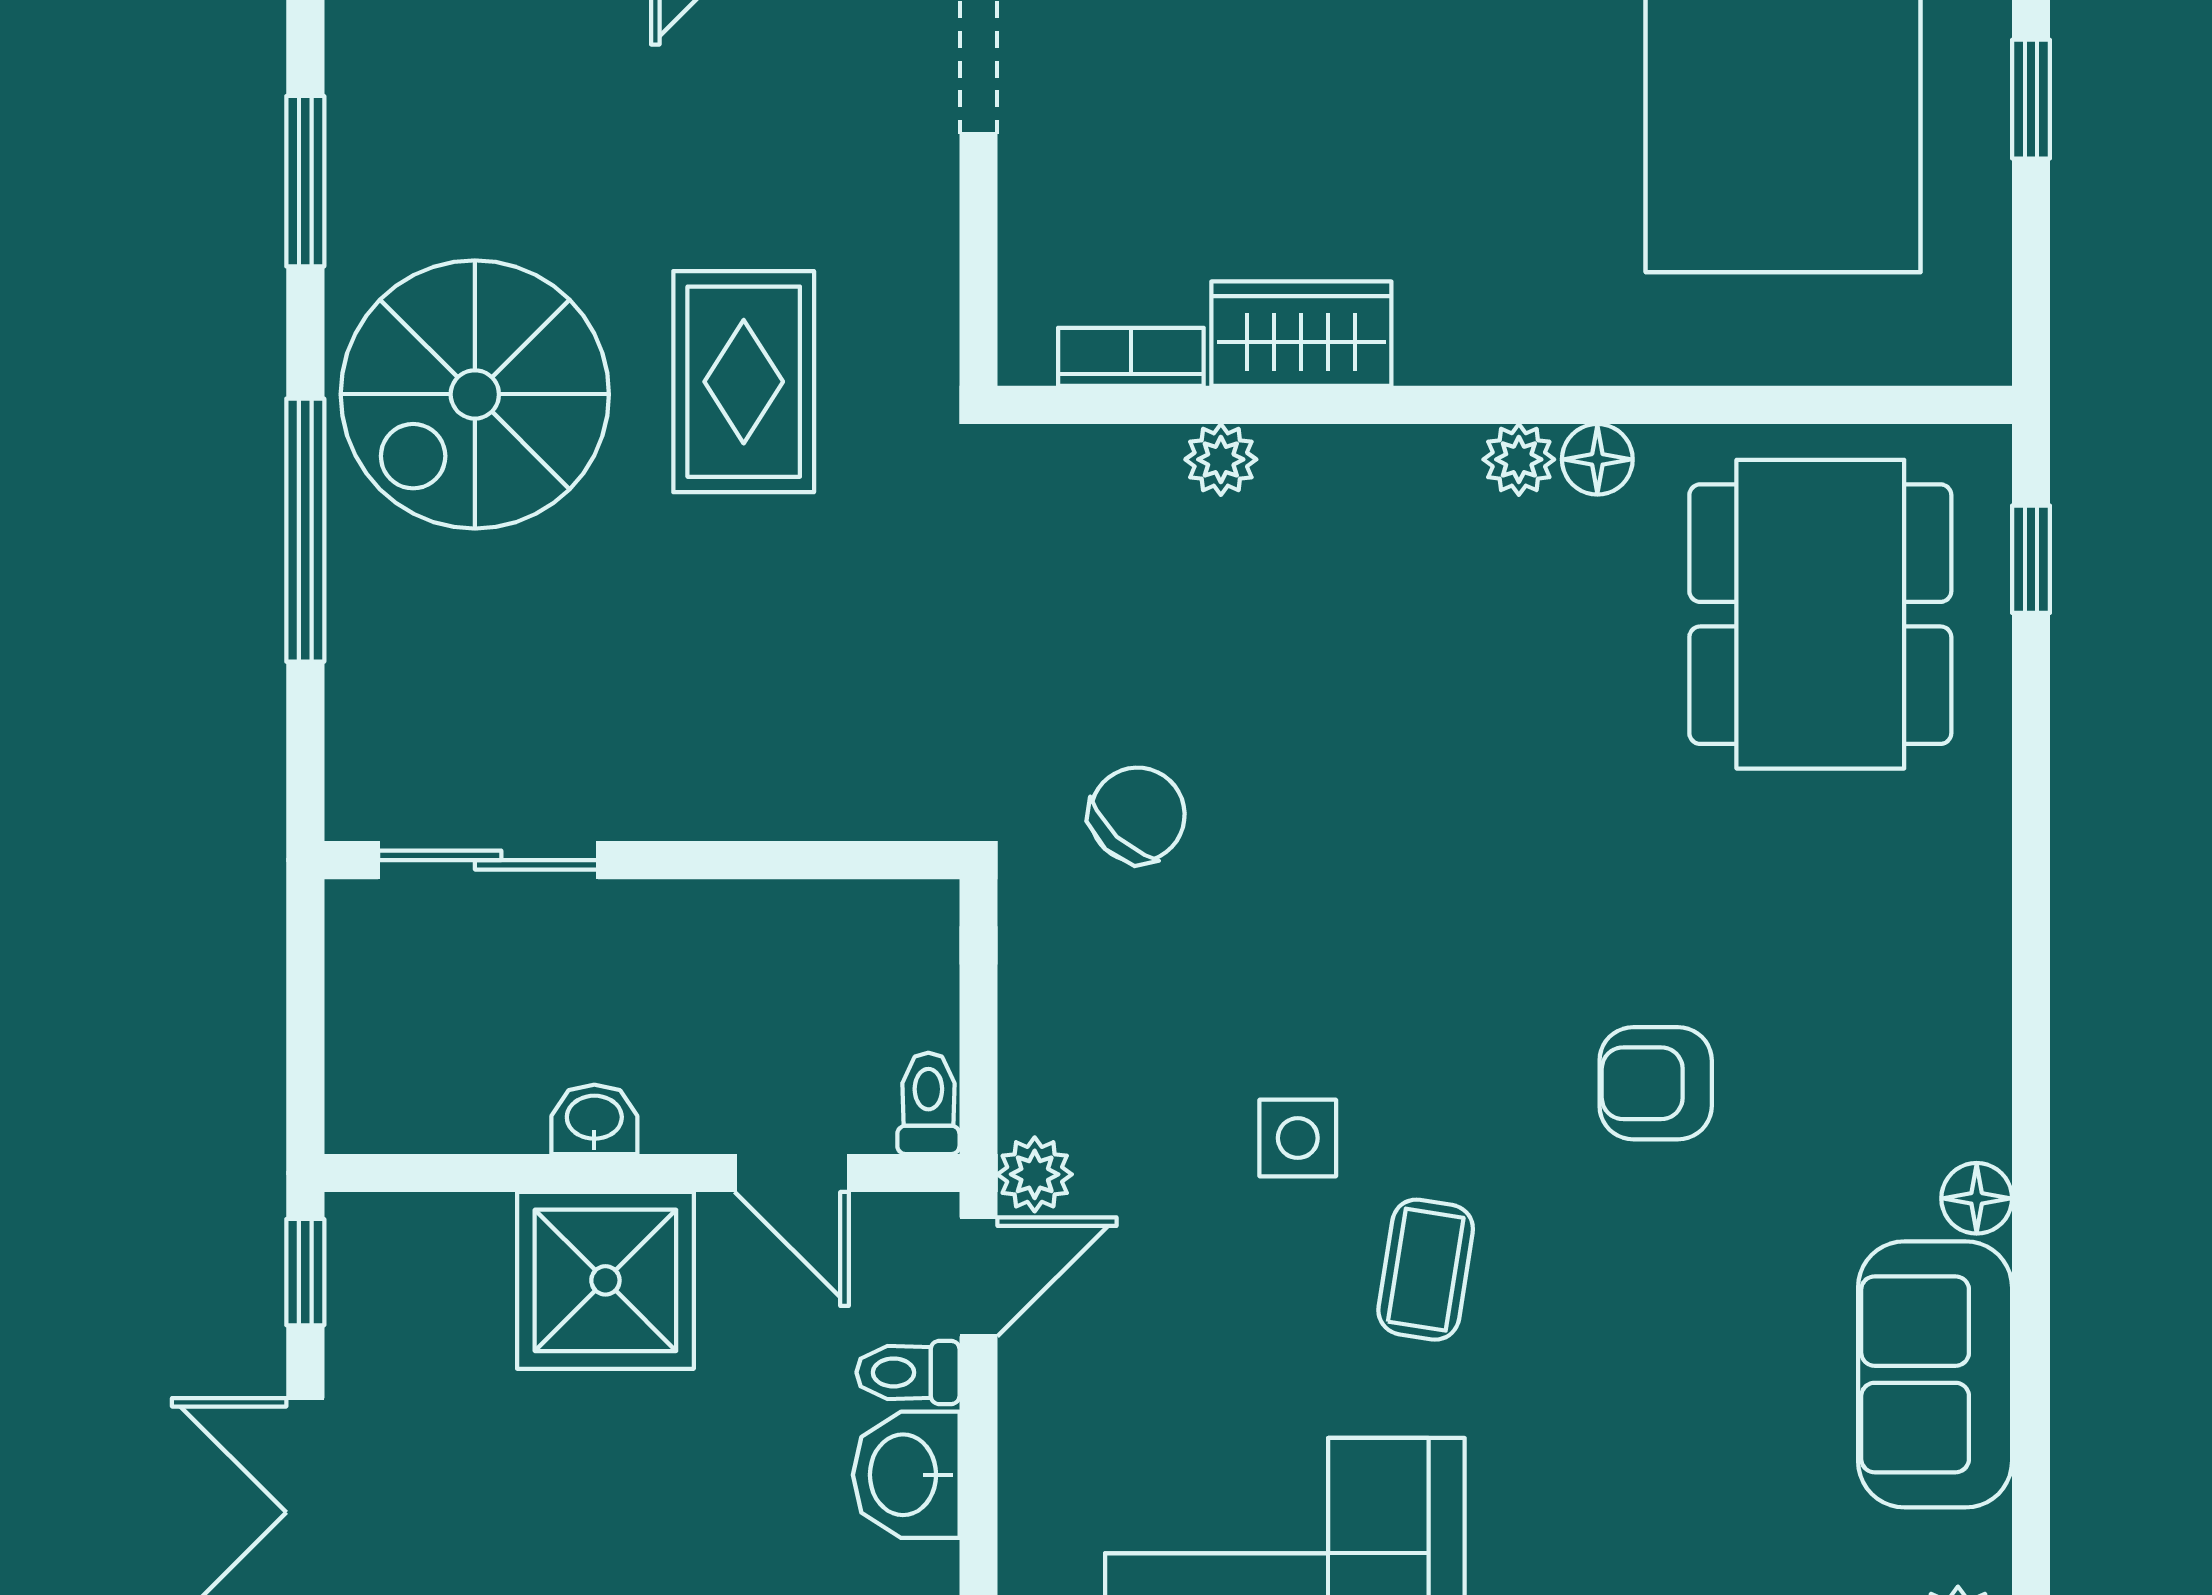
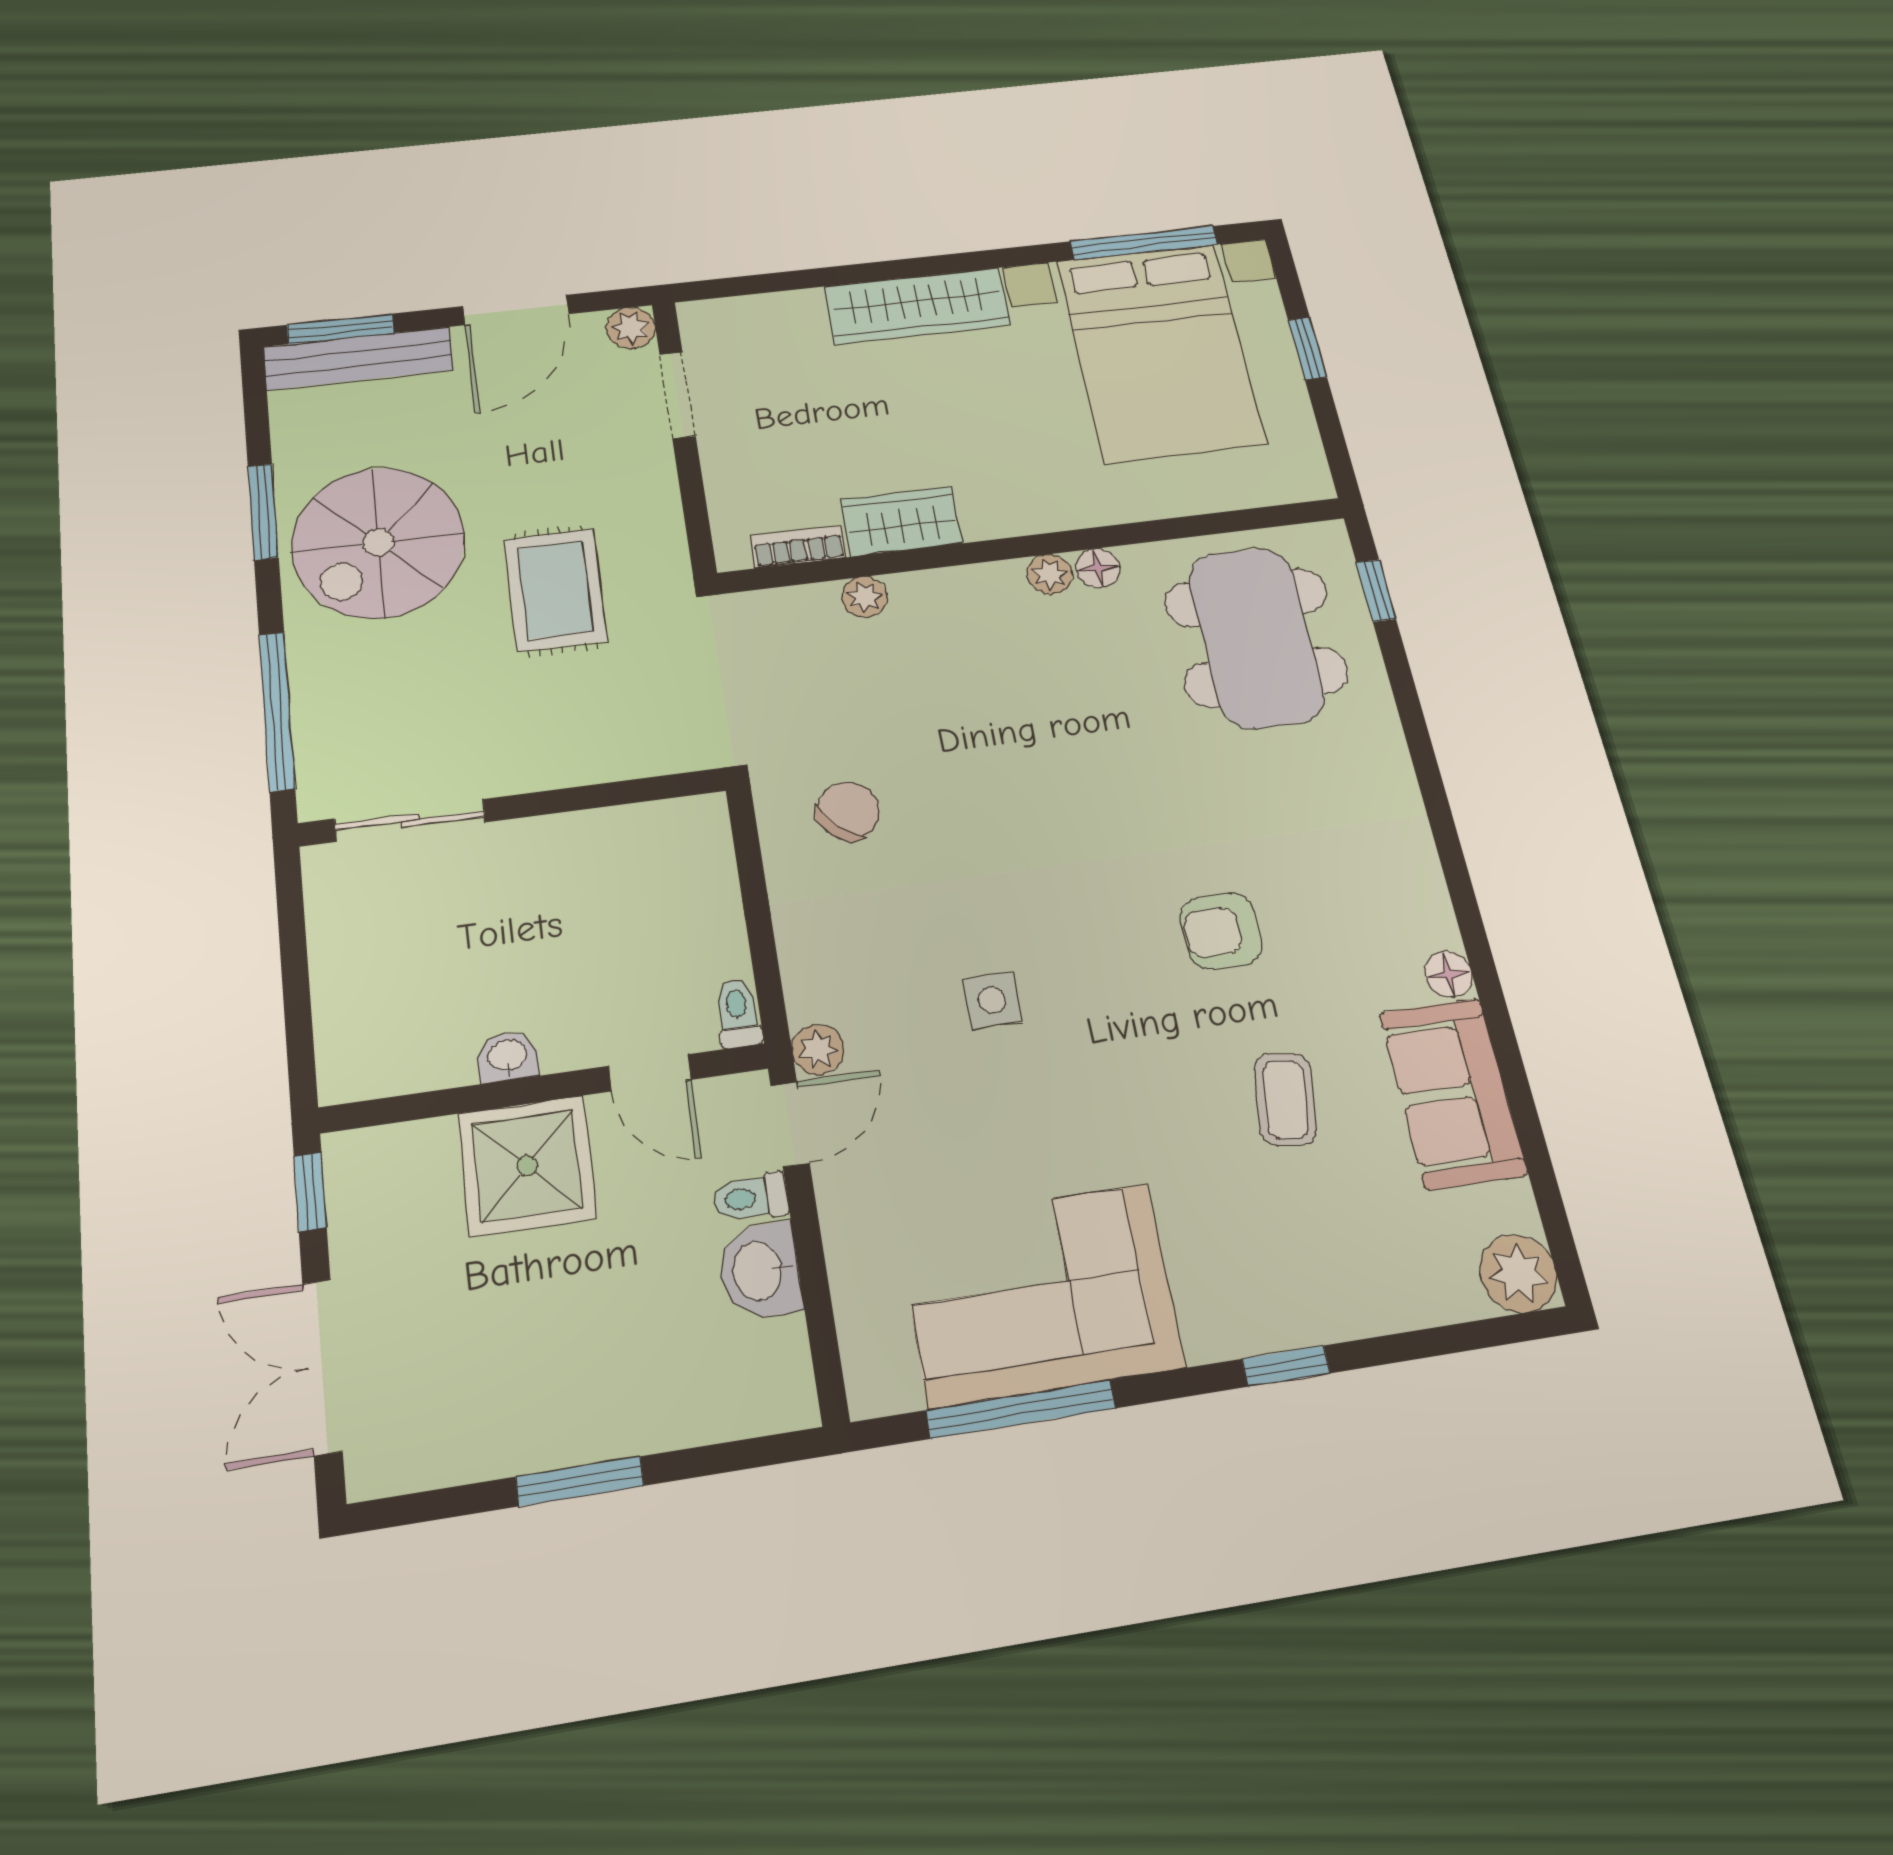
spiral stairs: (475, 394) -> (378, 542), moved
sliding door: (488, 860) -> (410, 820), moved
wall: (642, 860) -> (513, 807), moved
coffee table: (1426, 1270) -> (1285, 1099), moved

